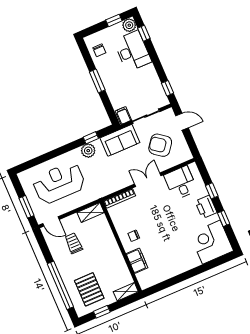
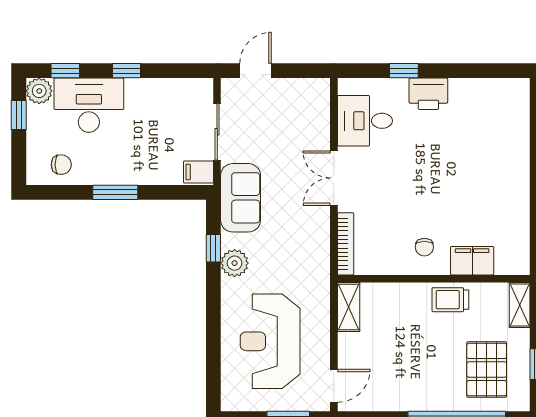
window: (168, 88) -> (126, 71), moved
armchair: (160, 145) -> (281, 128), removed
window: (224, 218) -> (463, 71), removed
corner desk: (211, 242) -> (496, 111), removed
trolley: (74, 243) -> (450, 300), moved
pallet: (89, 289) -> (487, 370), turned 90

